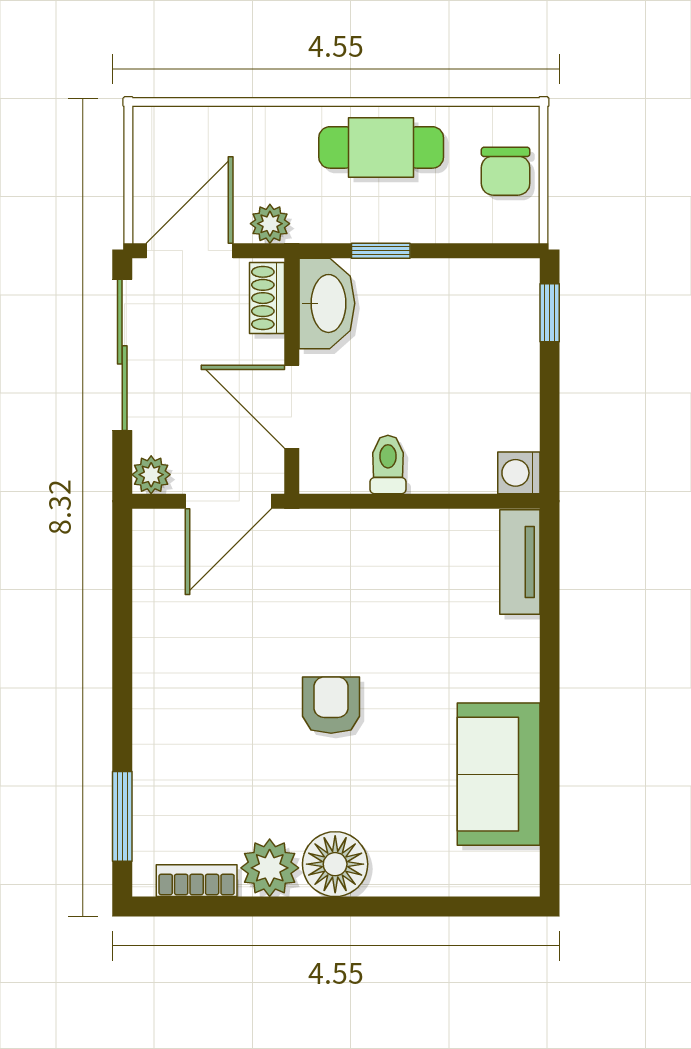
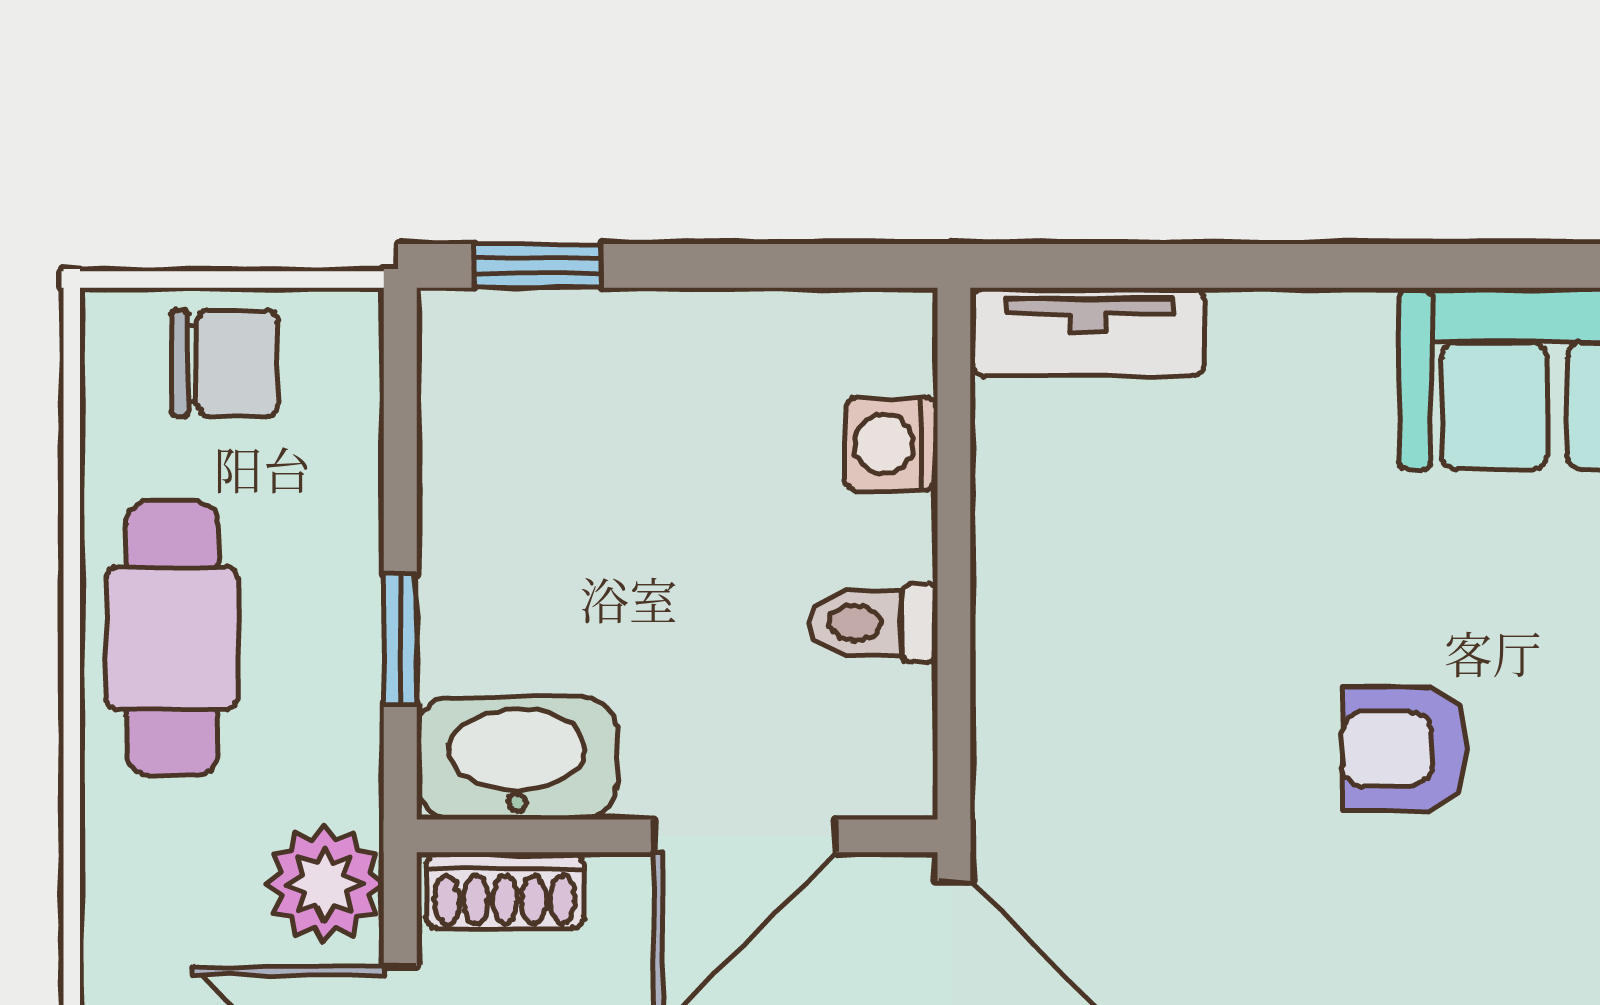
plant: (270, 224) -> (325, 884), width x1.38, depth x1.38
washing machine: (519, 473) -> (891, 444), moved, turned 90

